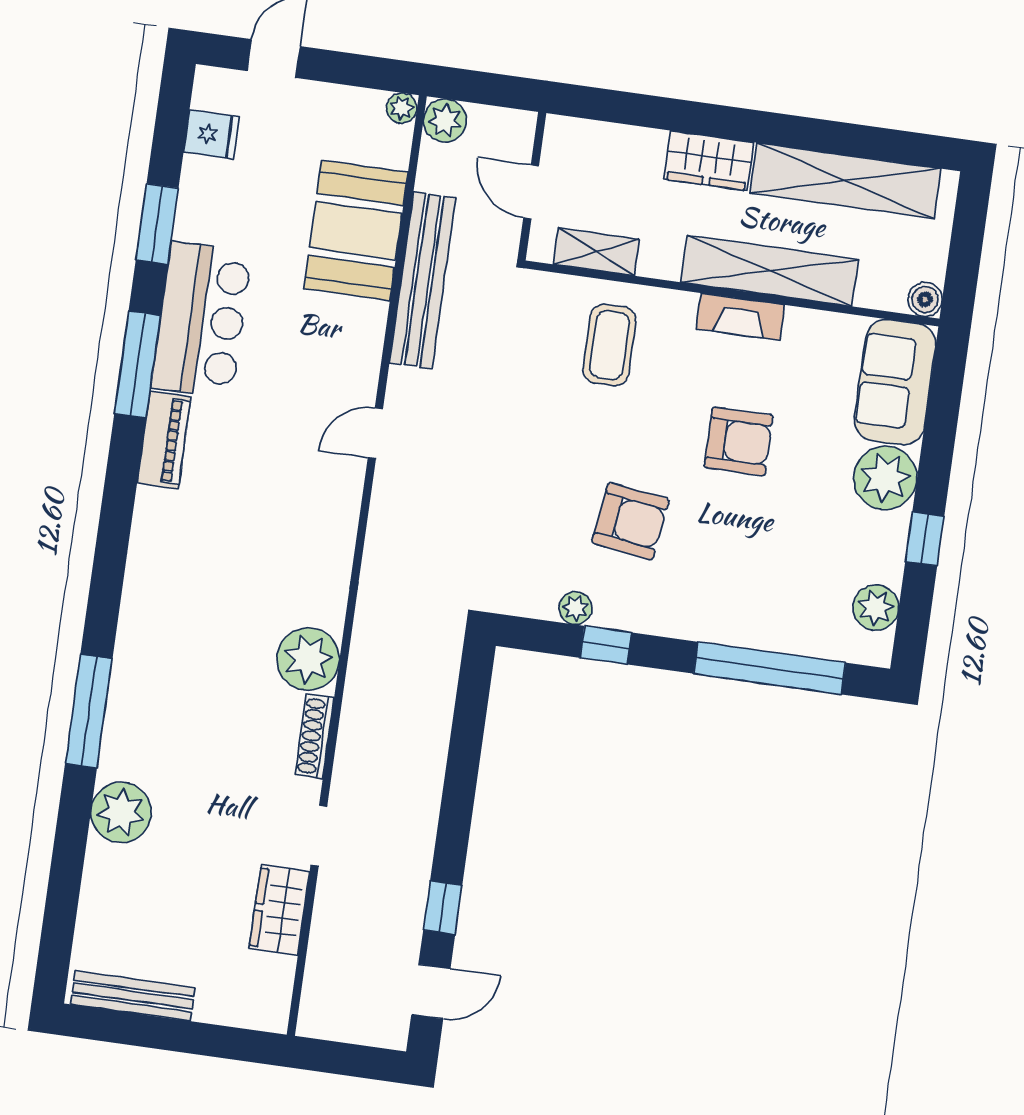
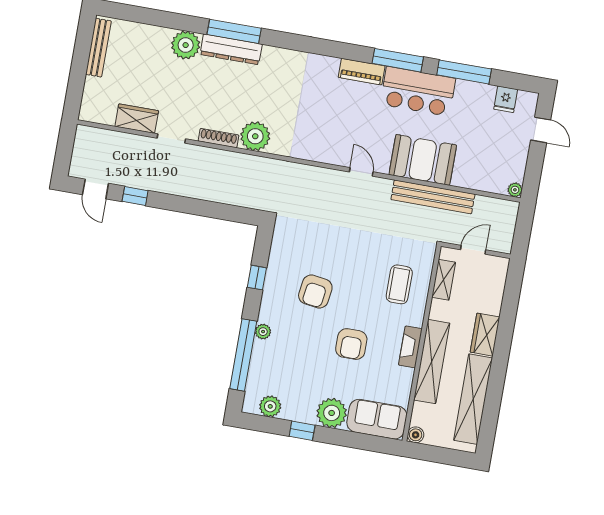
plant: (445, 120) -> (508, 210), removed
window: (157, 224) -> (464, 72), width x1.44
booth: (356, 230) -> (423, 160), moved
coffee table: (609, 345) -> (399, 284), turned 90
plant: (575, 608) -> (263, 332), moved
dresser: (127, 716) -> (231, 49), added

